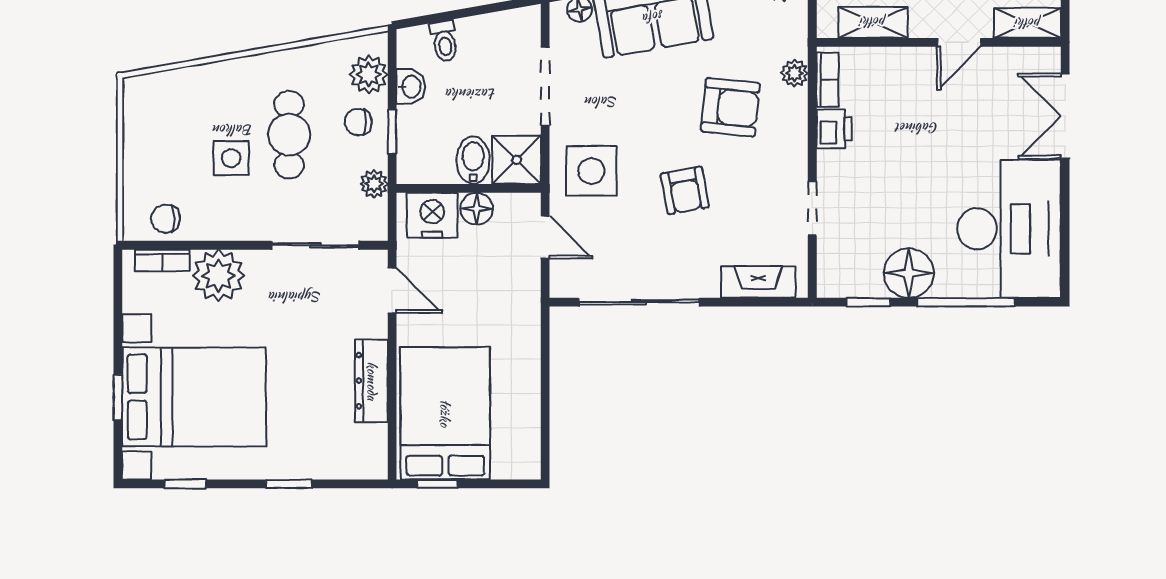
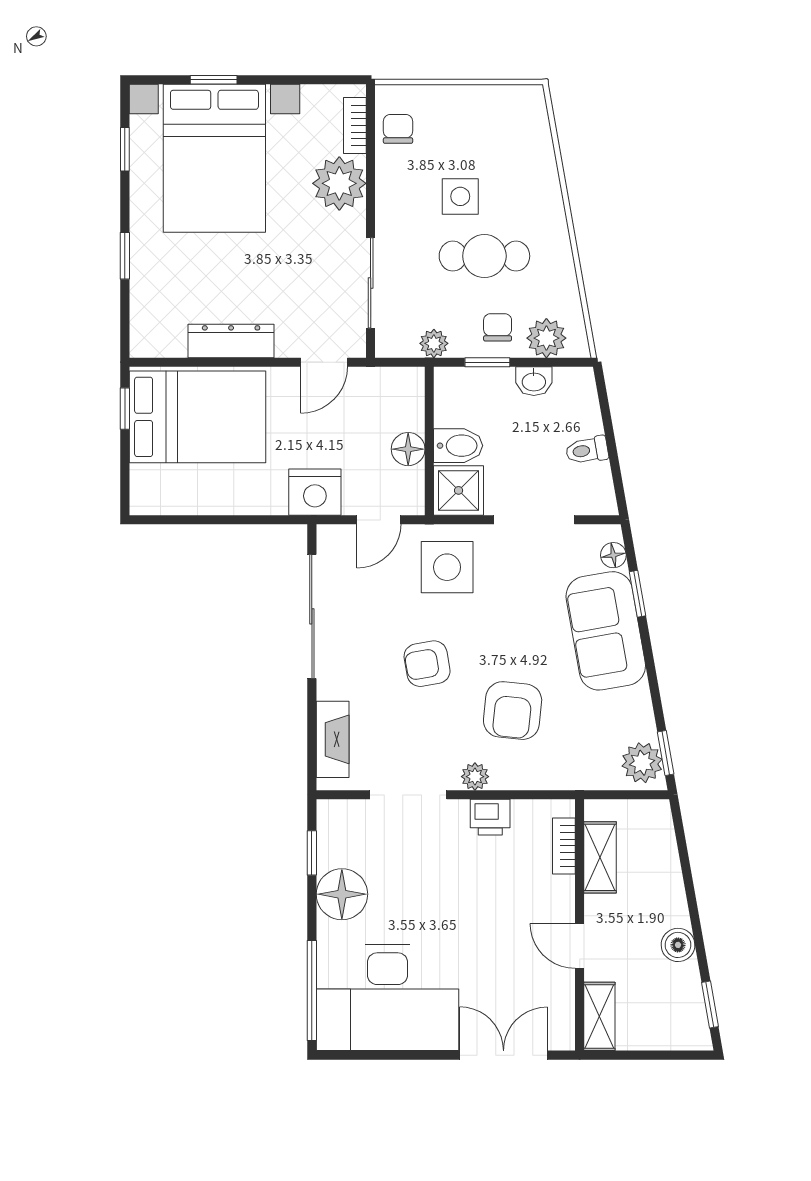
toilet: (444, 41) -> (587, 450), moved
plant: (794, 73) -> (475, 777), moved
bookcase: (827, 80) -> (564, 846), moved, turned 90
doorway: (812, 209) -> (408, 795), width x1.38
nightstand: (432, 215) -> (315, 492), moved, turned 90
window: (966, 302) -> (312, 990), moved

